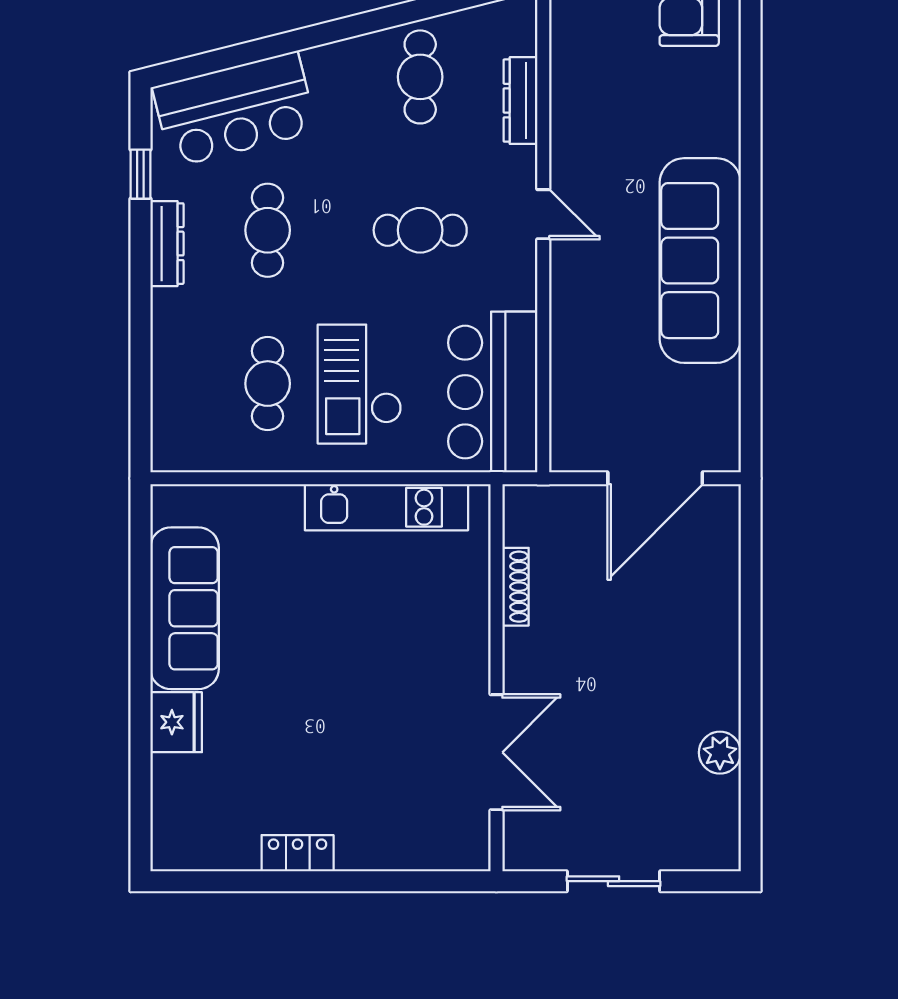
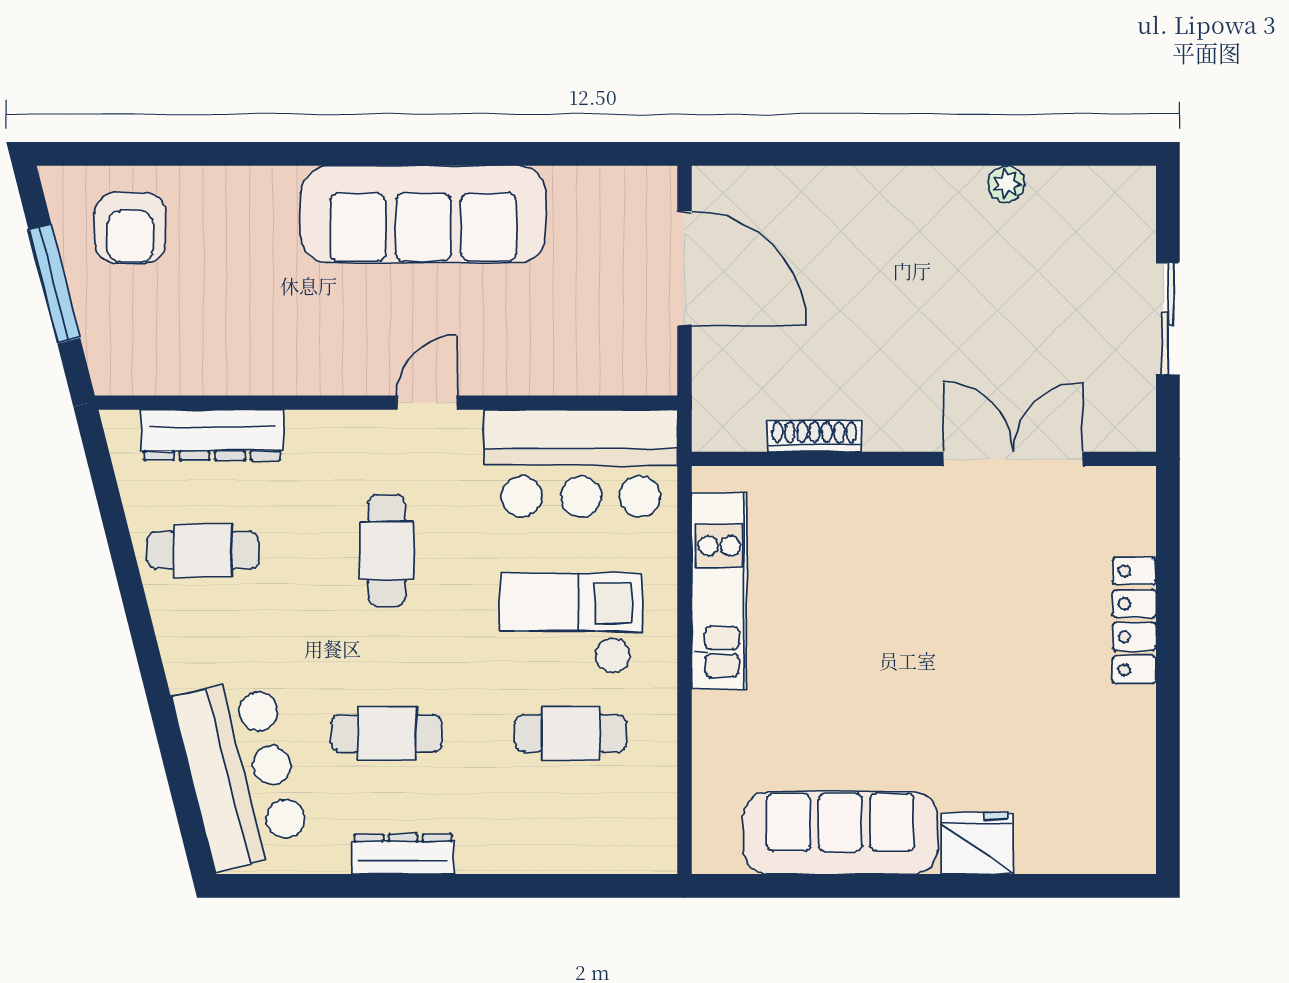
dresser: (521, 101) -> (212, 435), width x1.37, depth x1.24
window: (140, 174) -> (320, 886), removed
door: (543, 214) -> (427, 403), moved
checkout: (359, 384) -> (571, 623), turned 180
plant: (720, 753) -> (1007, 184), width x0.73, depth x0.73
locker: (298, 853) -> (1134, 620), moved, width x1.53

